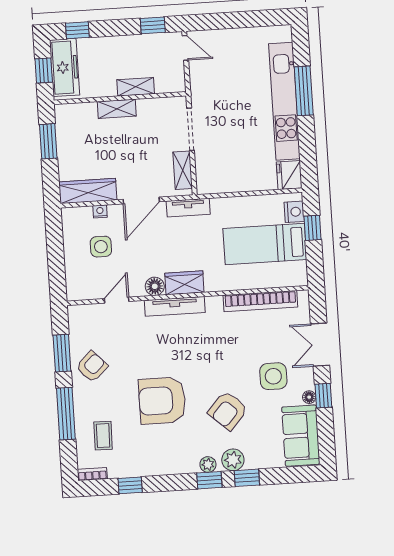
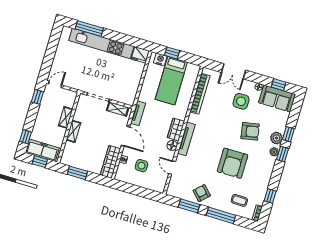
window: (304, 91) -> (89, 28), moved
window: (323, 396) -> (279, 85), moved
armchair: (228, 411) -> (250, 131), turned -52

